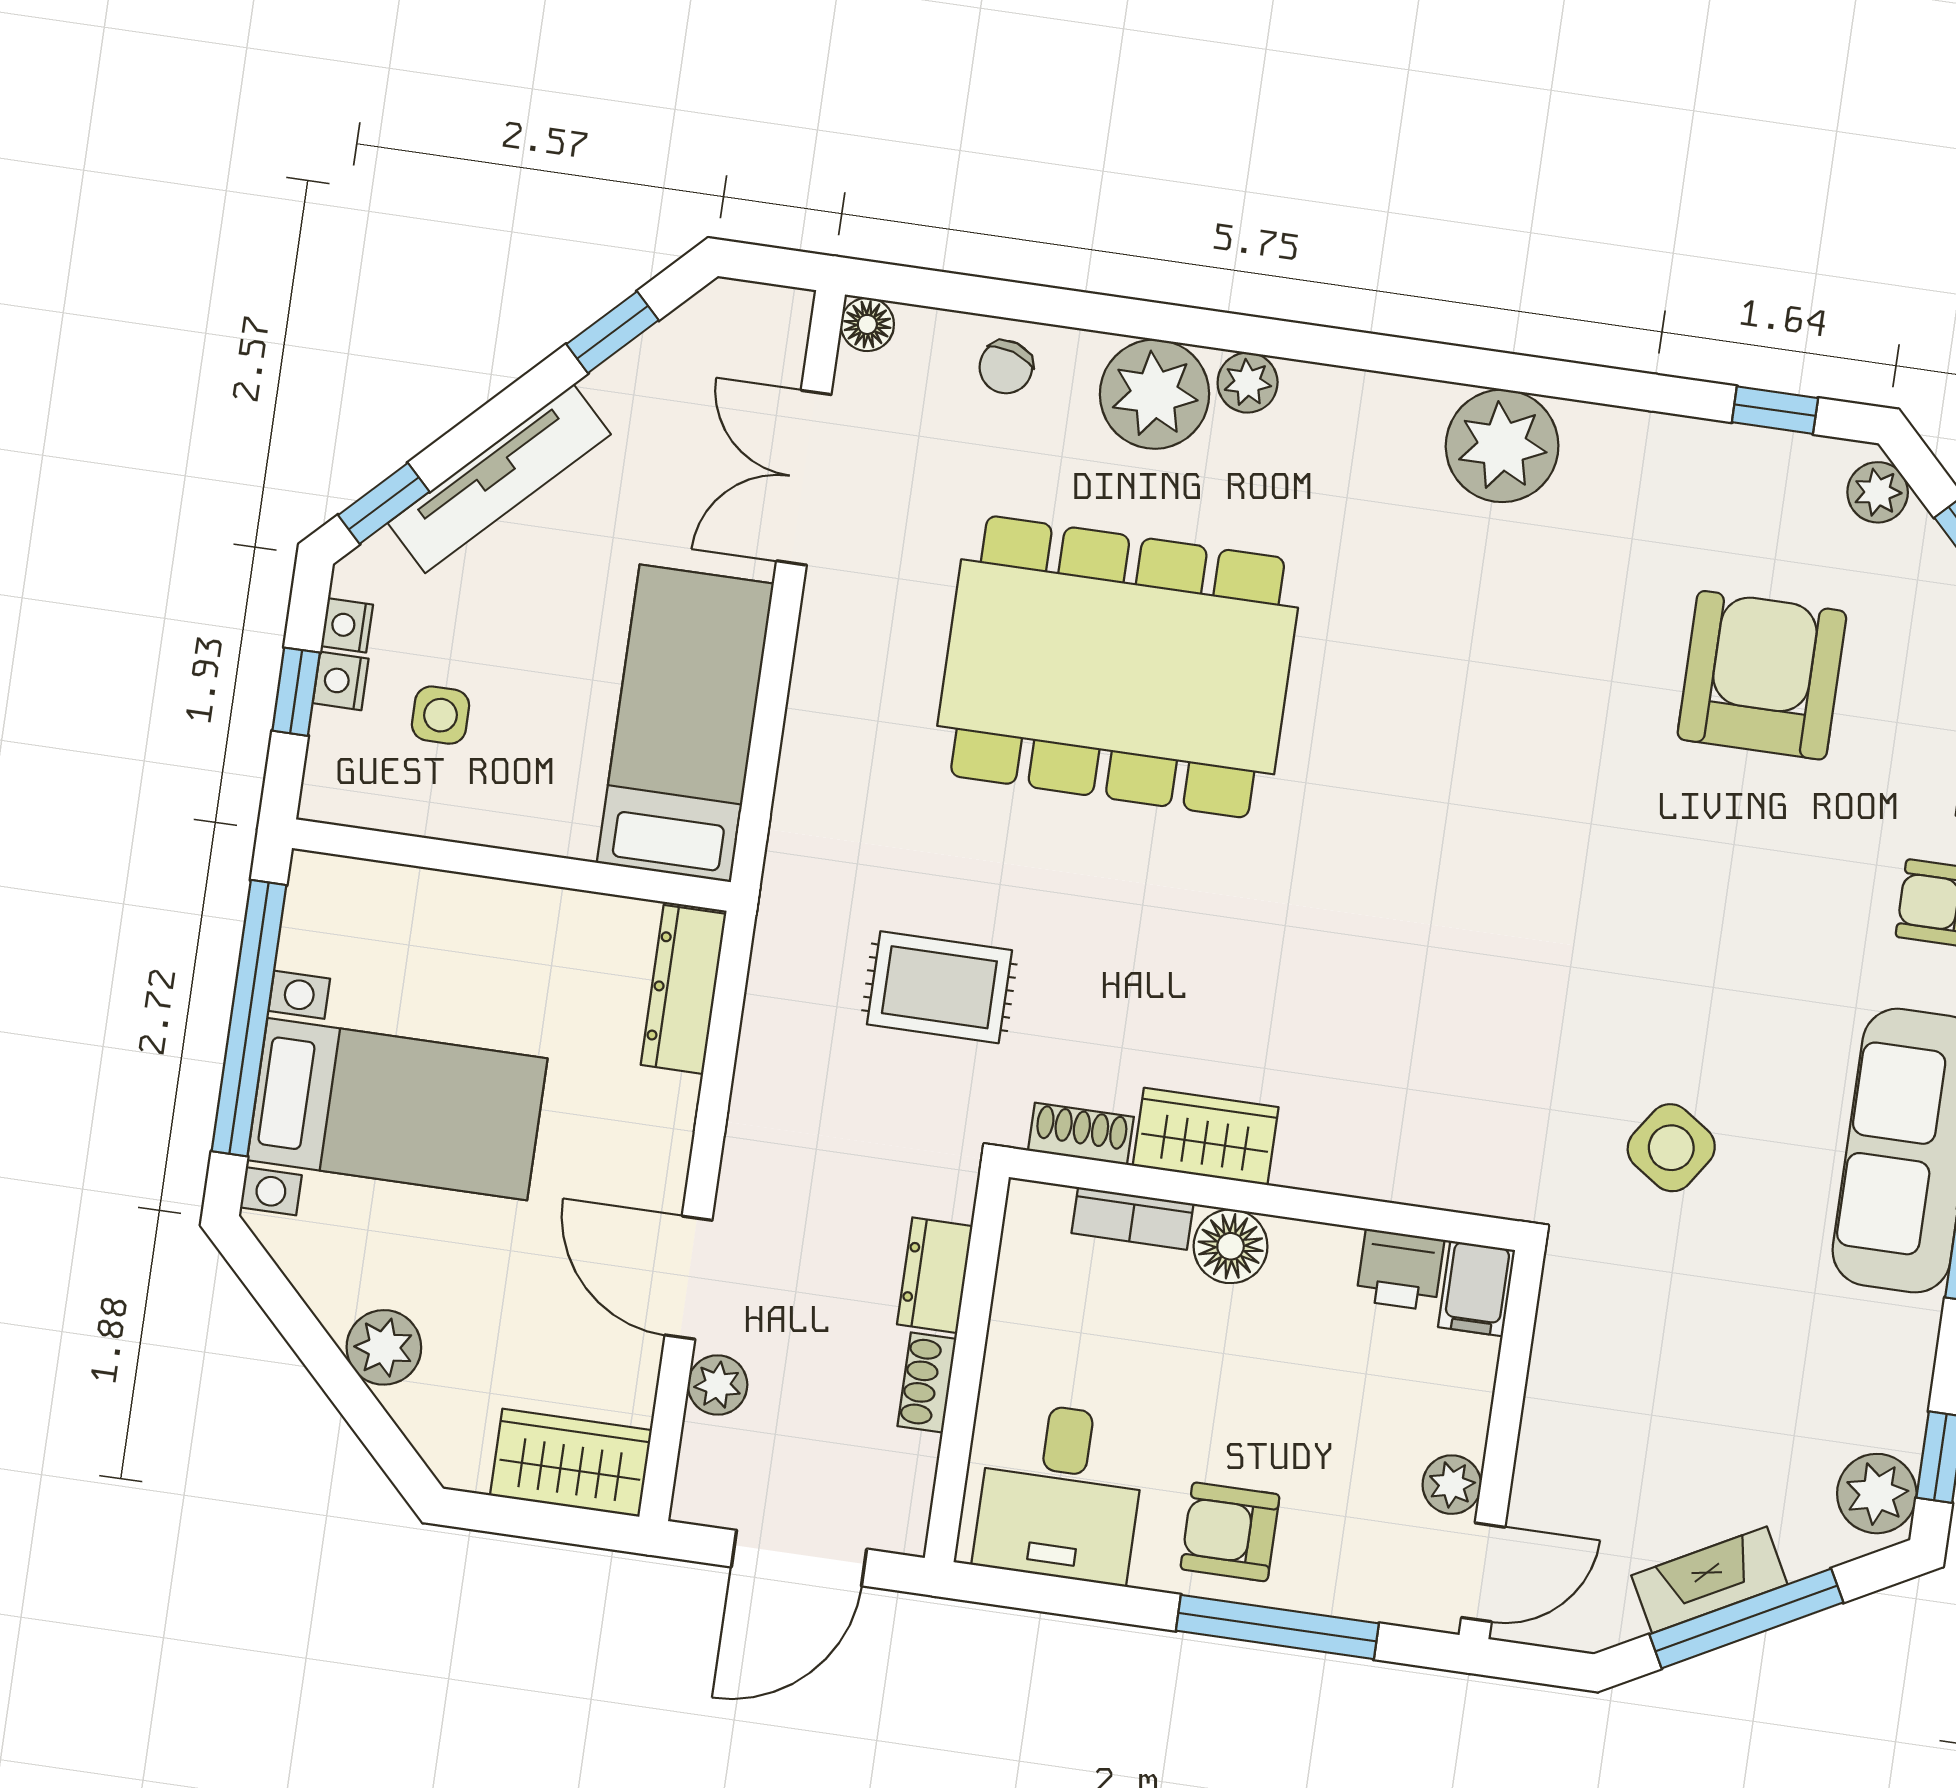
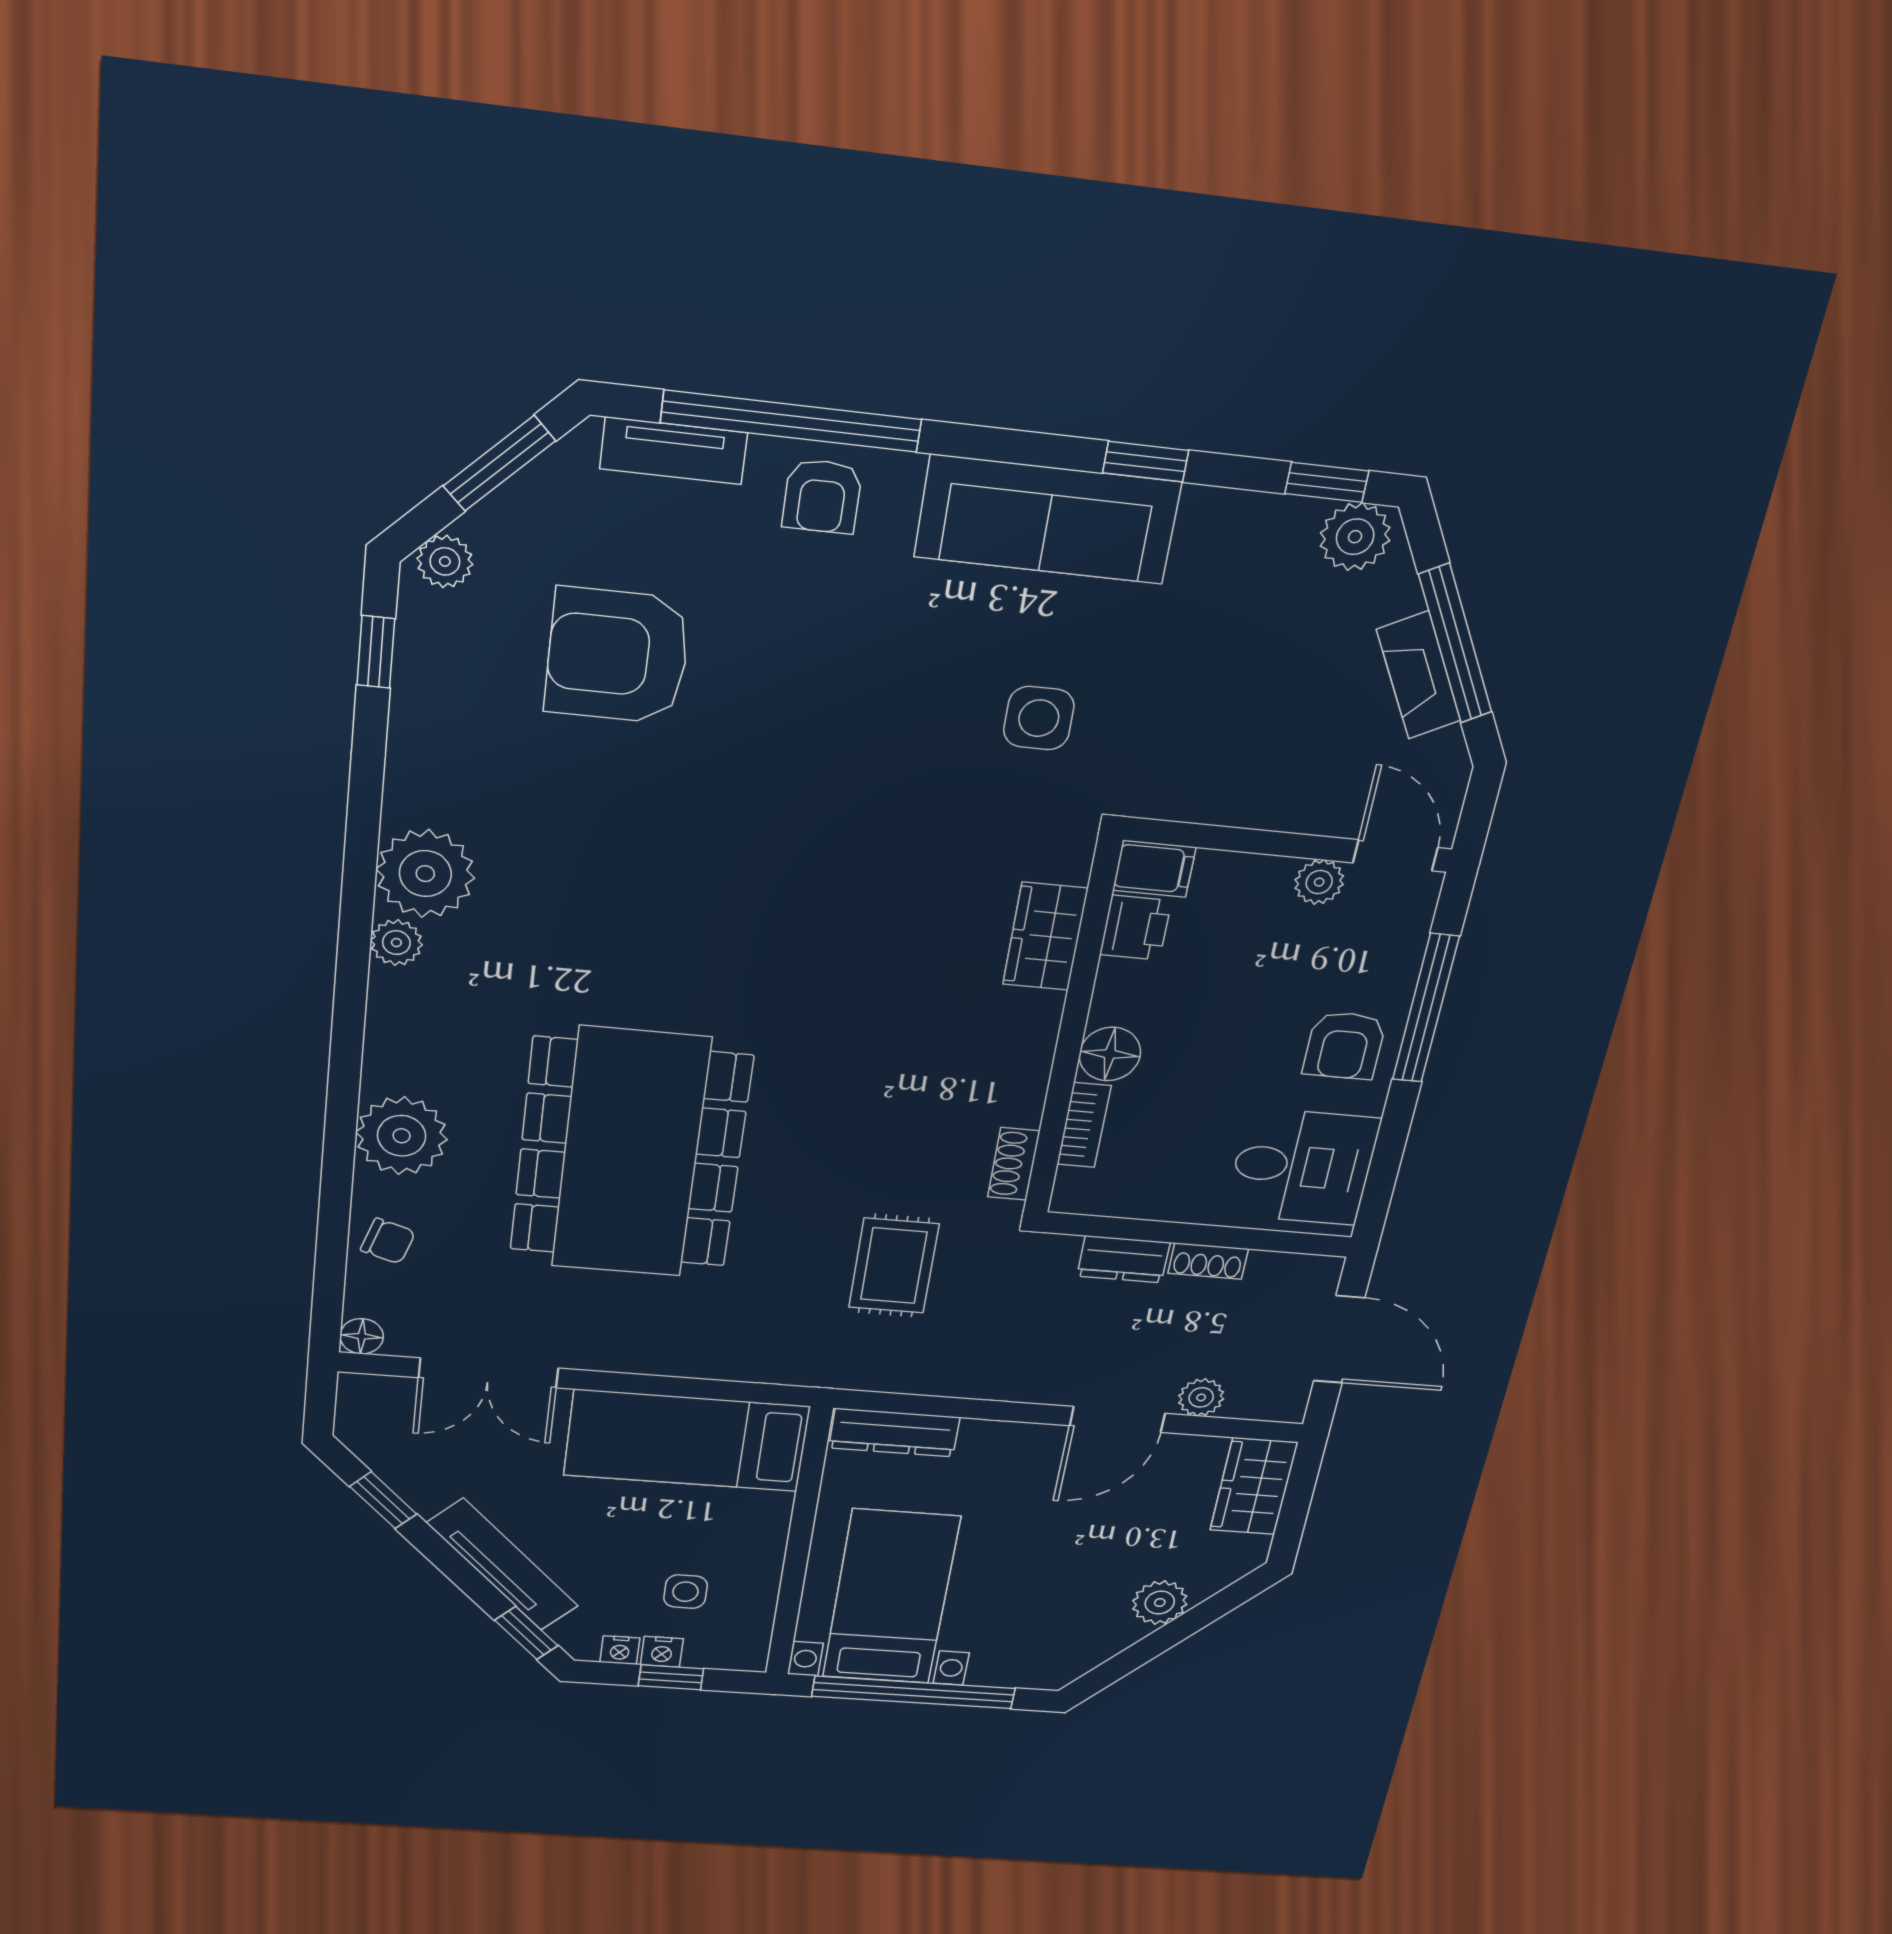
plant: (1248, 383) -> (396, 943), moved
bed with nightstands: (397, 1109) -> (891, 1597), moved
wardrobe: (1206, 1136) -> (1045, 936), moved
side table: (1671, 1148) -> (1039, 718), turned -34

